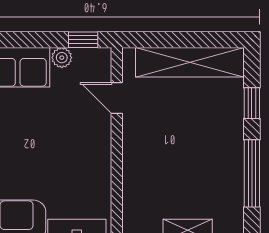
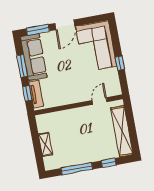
window: (83, 40) -> (120, 63), moved
plant: (62, 58) -> (113, 73), removed

